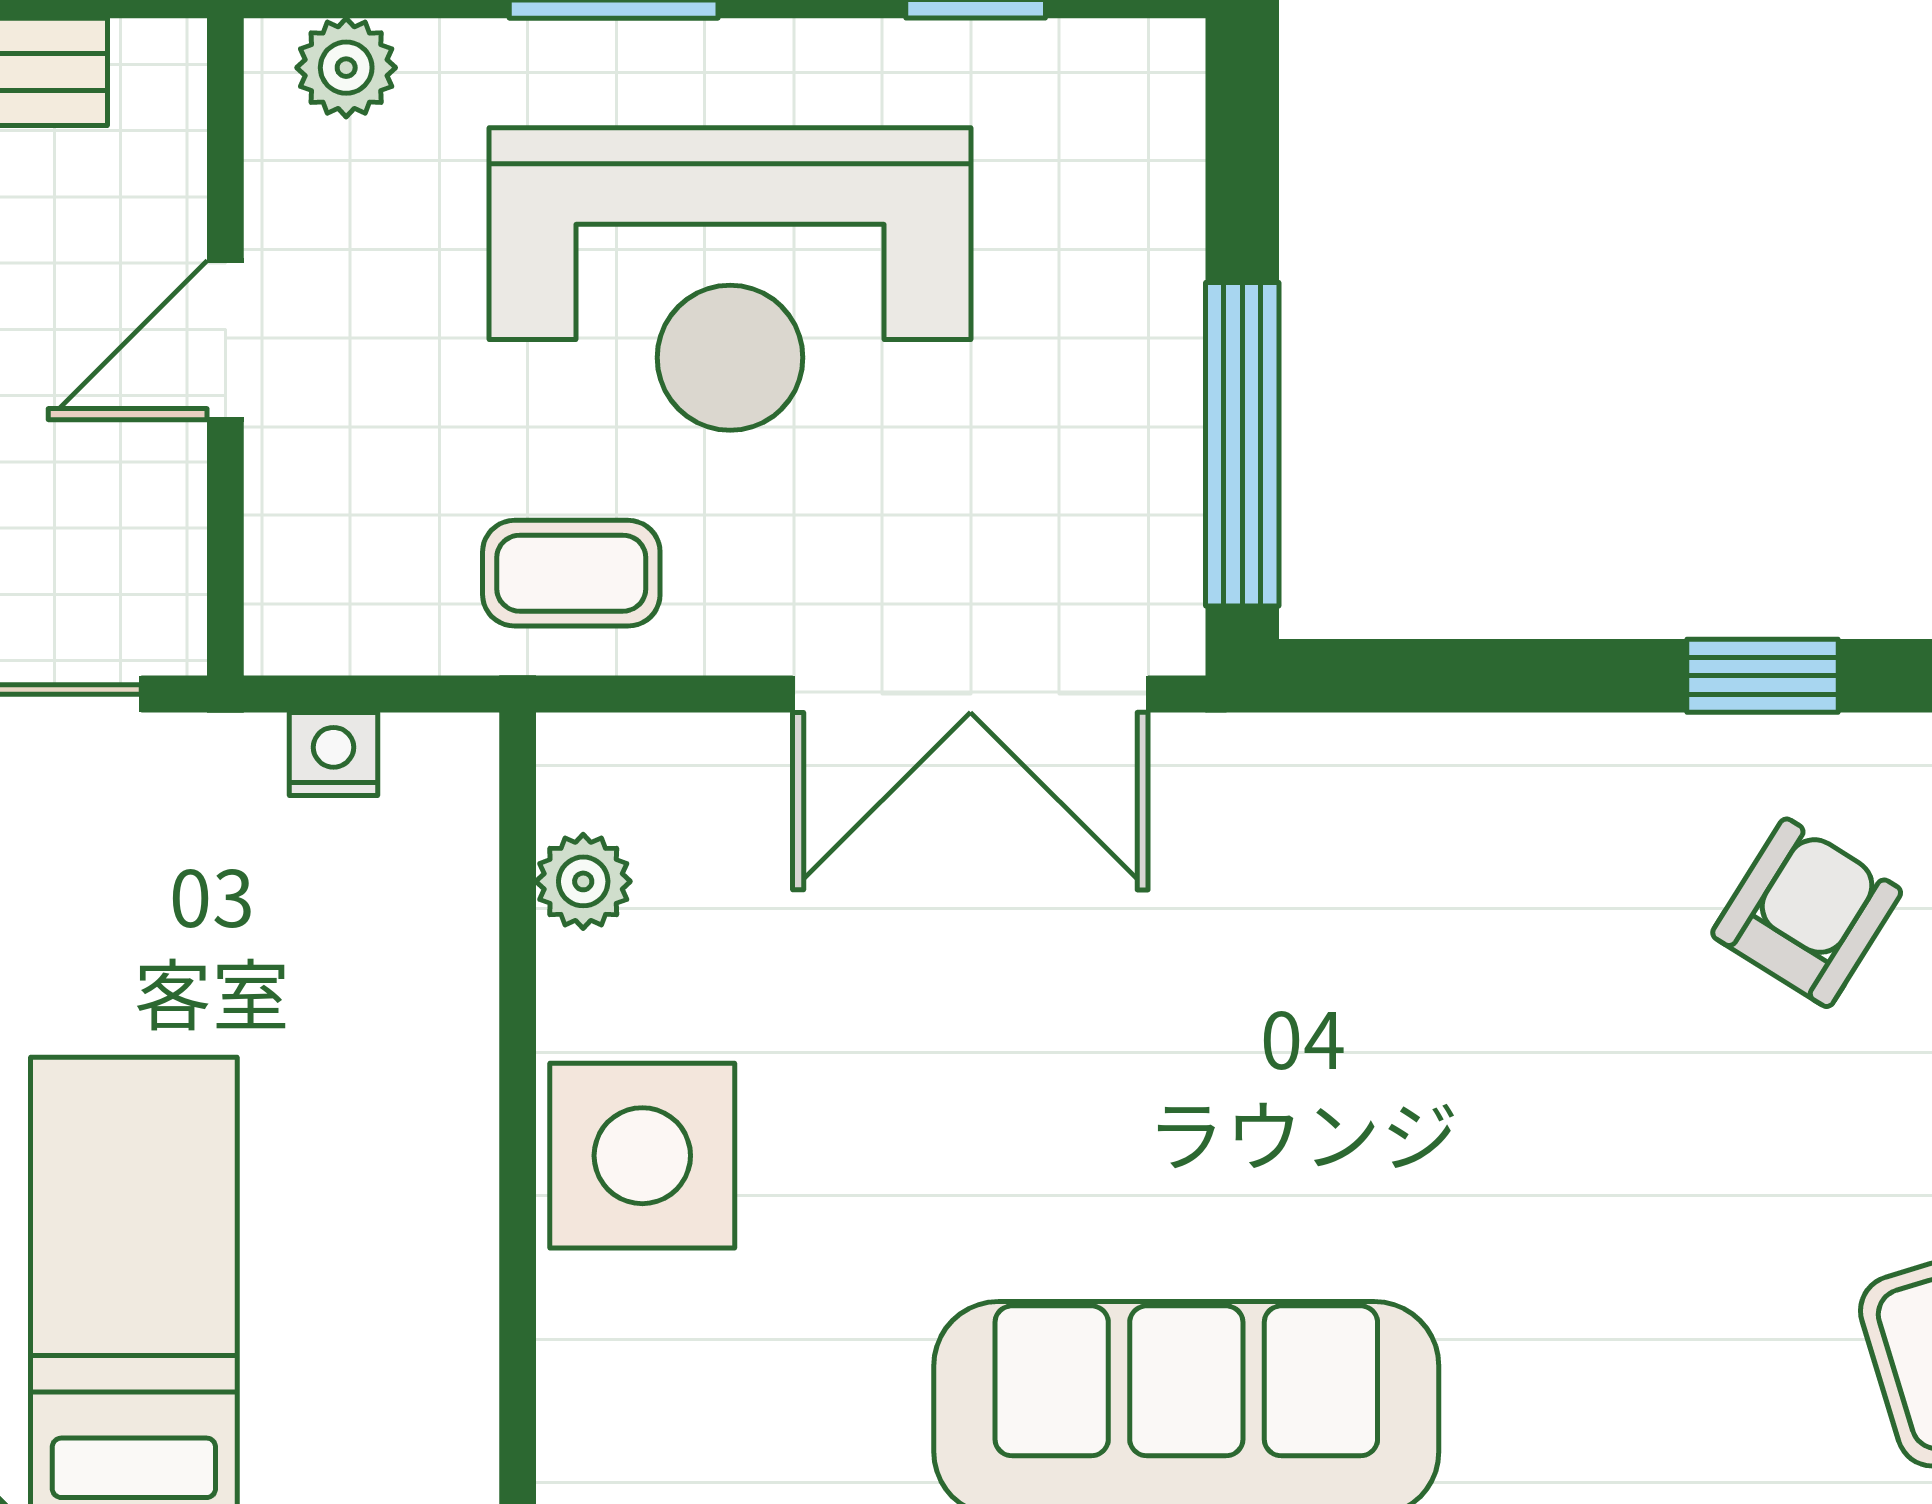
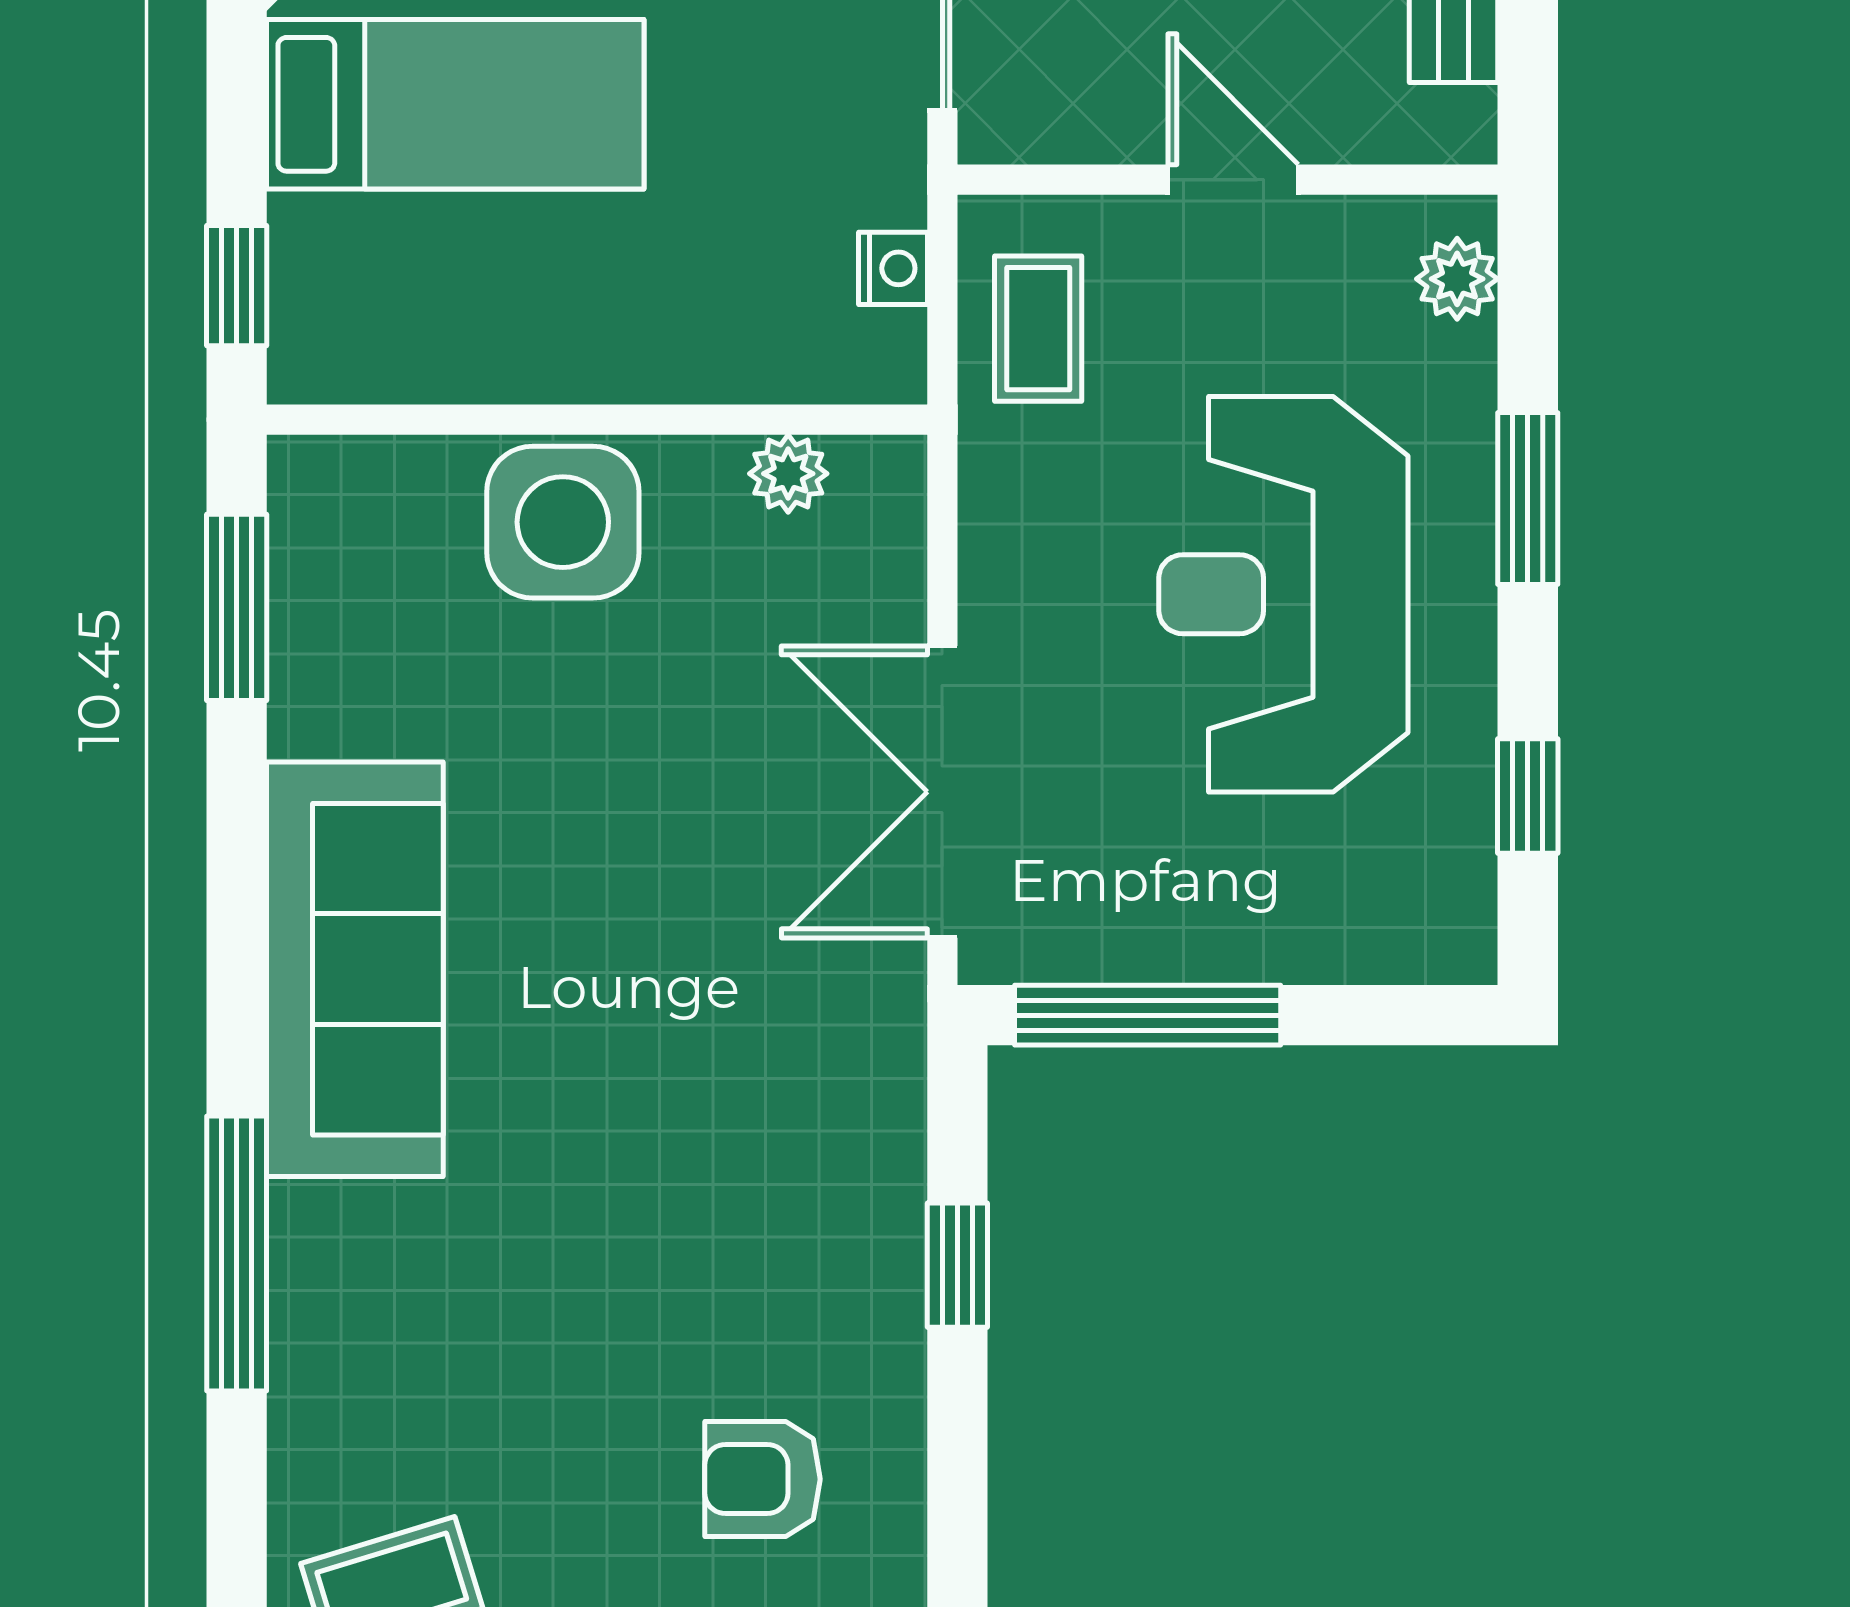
coffee table: (571, 573) -> (1038, 329), moved
window: (1763, 676) -> (957, 1265), moved
armchair: (1807, 913) -> (763, 1479), turned 148

